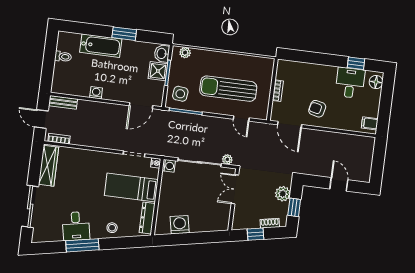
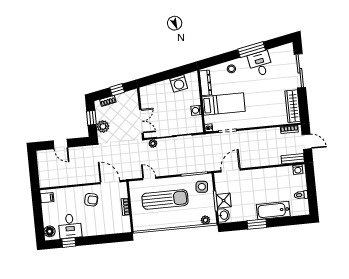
washing machine: (96, 93) -> (298, 169), moved
washing machine: (169, 166) -> (196, 110), moved

